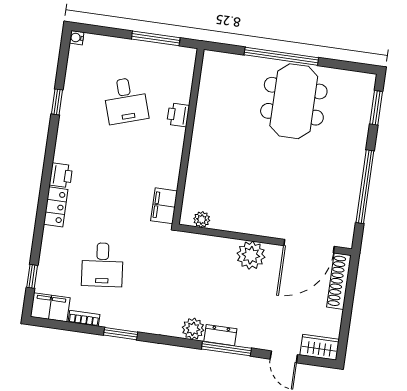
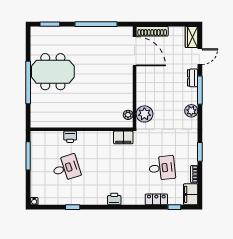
locker: (56, 207) -> (156, 199), moved
plant: (251, 255) -> (144, 114), moved
dresser: (220, 335) -> (193, 78), moved

